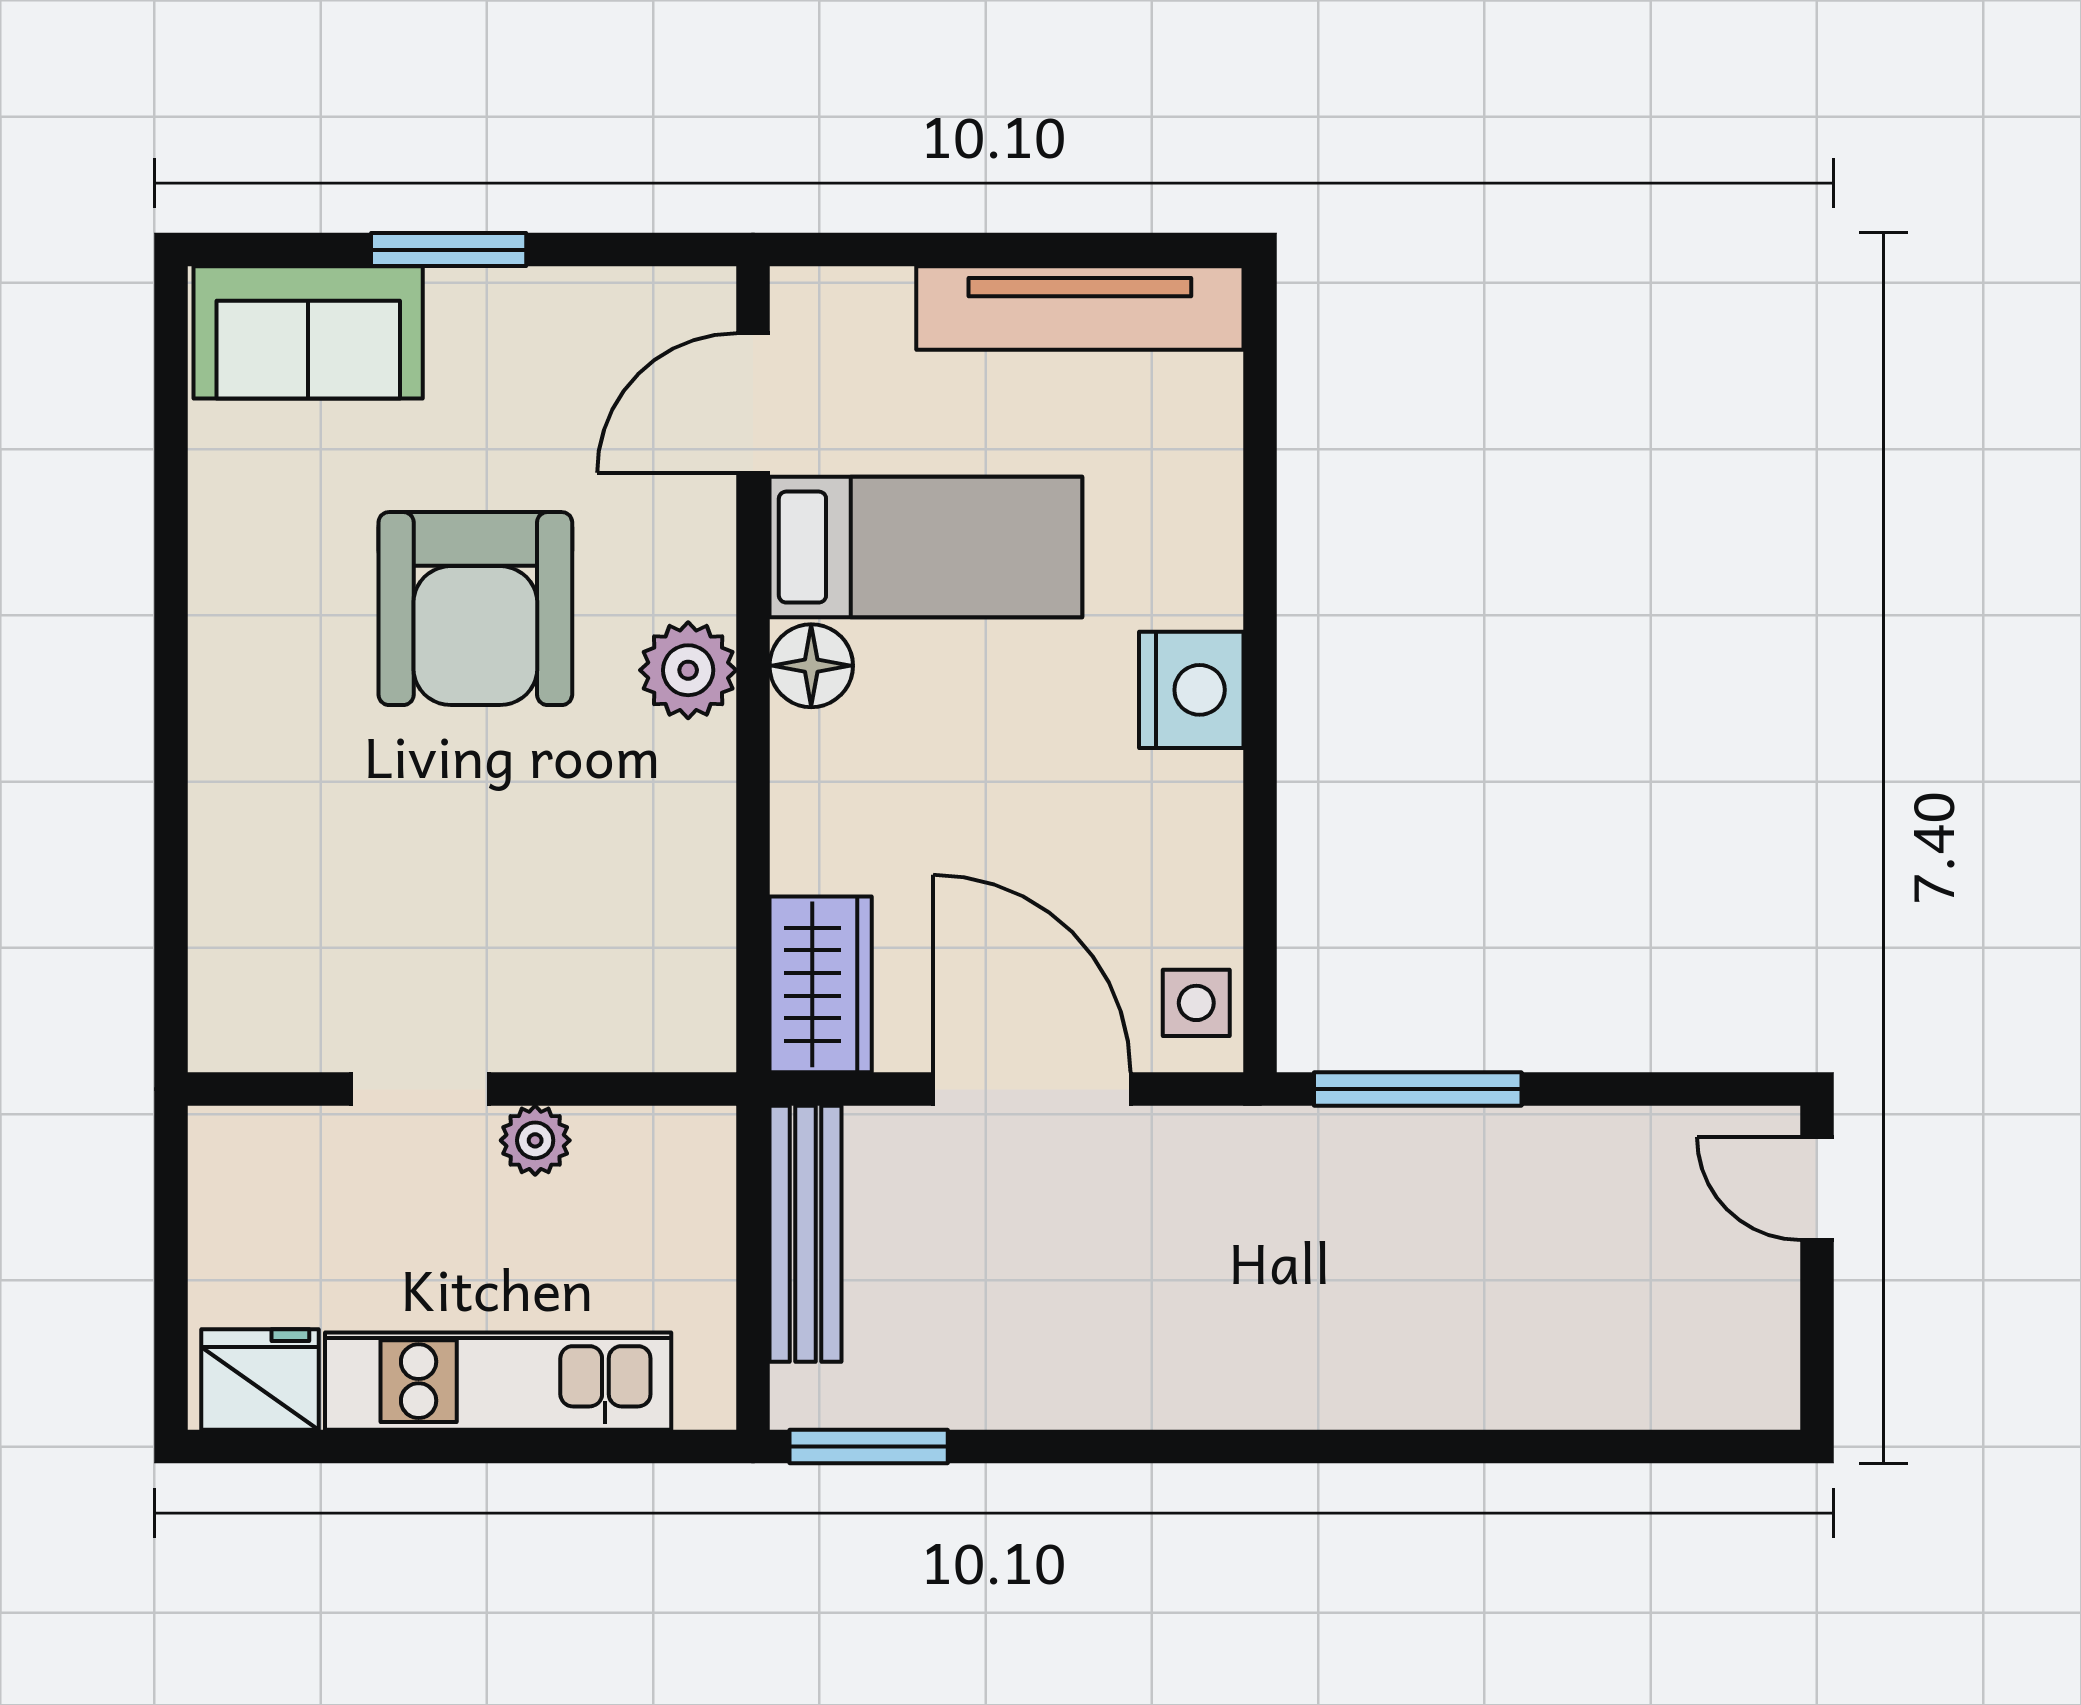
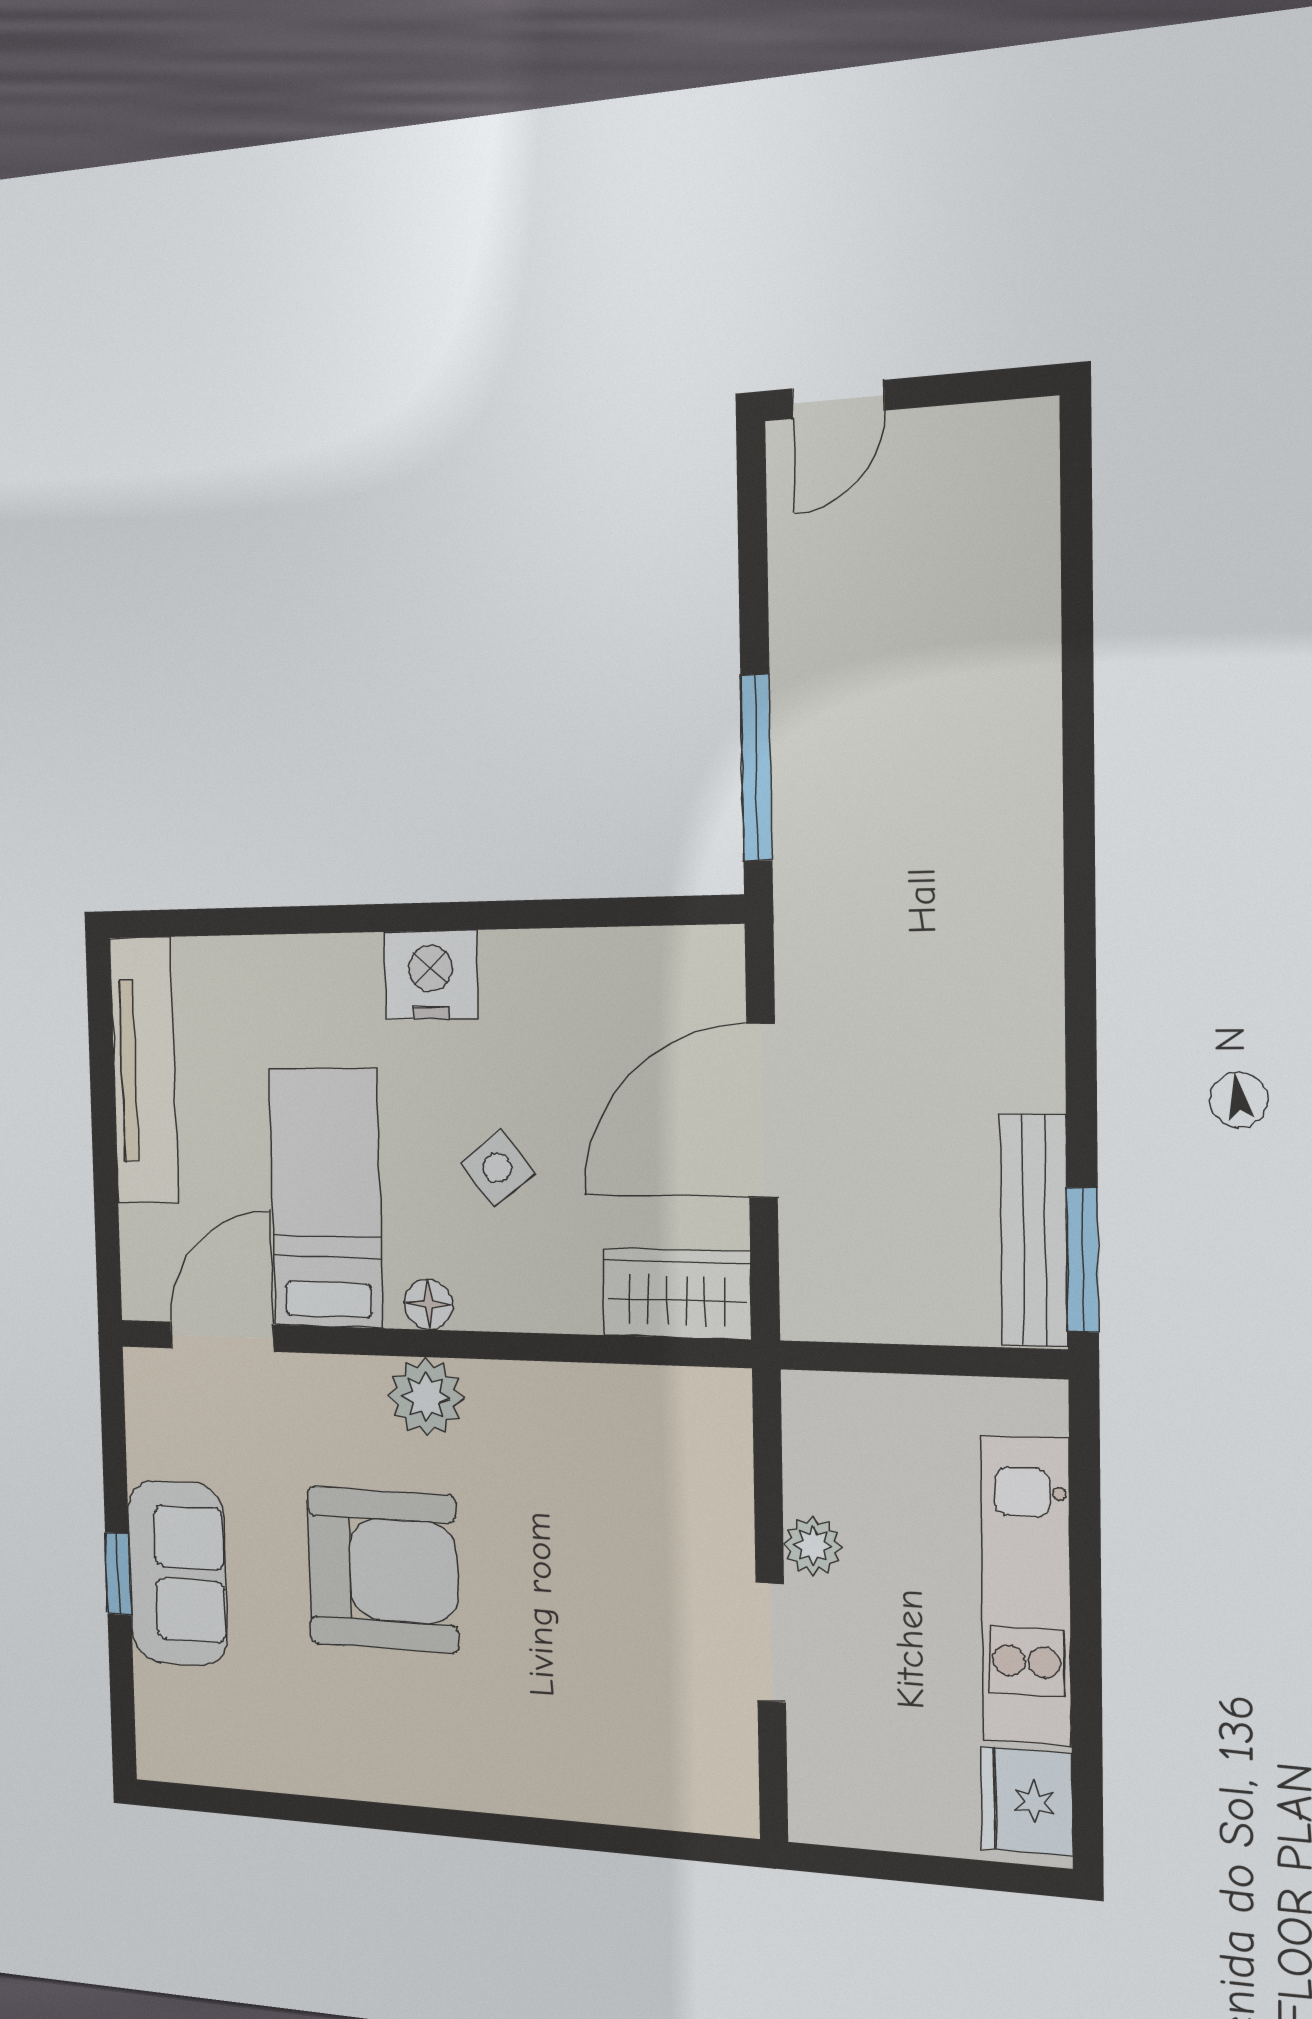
window: (449, 250) -> (118, 1574), width x0.67
sofa: (308, 332) -> (177, 1573), moved
door: (753, 403) -> (222, 1337), swing flipped
floor lamp: (811, 666) -> (429, 1304), width x0.73, depth x0.73
side table: (1196, 1003) -> (497, 1168), moved, turned -38
bench: (805, 1234) -> (1034, 1230), moved, turned 90

